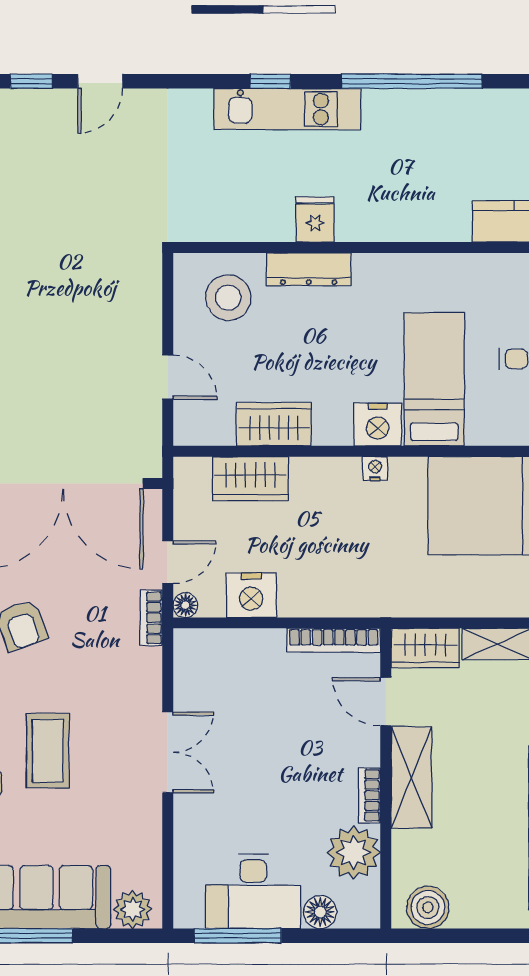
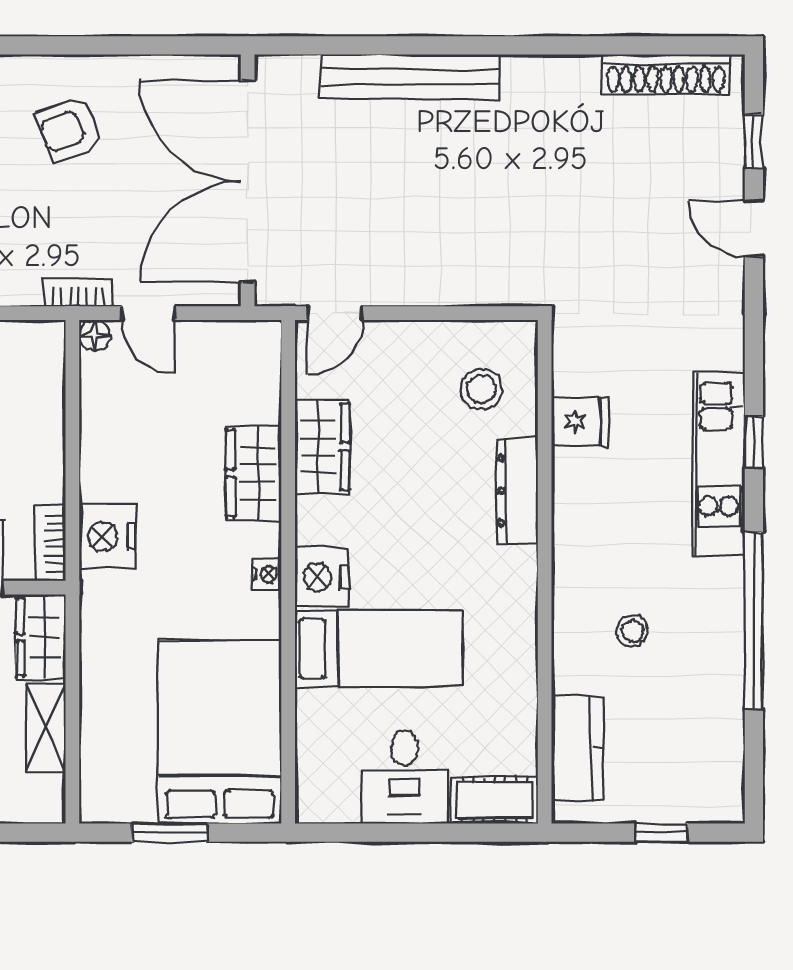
stool: (420, 178) -> (632, 631), added
fridge: (315, 219) -> (580, 422), moved
stool: (228, 298) -> (481, 389), width x0.73, depth x0.73
door: (168, 377) -> (335, 313), moved
wardrobe: (250, 479) -> (254, 473), moved
nightstand: (251, 595) -> (107, 537), moved
bookcase: (334, 640) -> (51, 543), width x0.64

